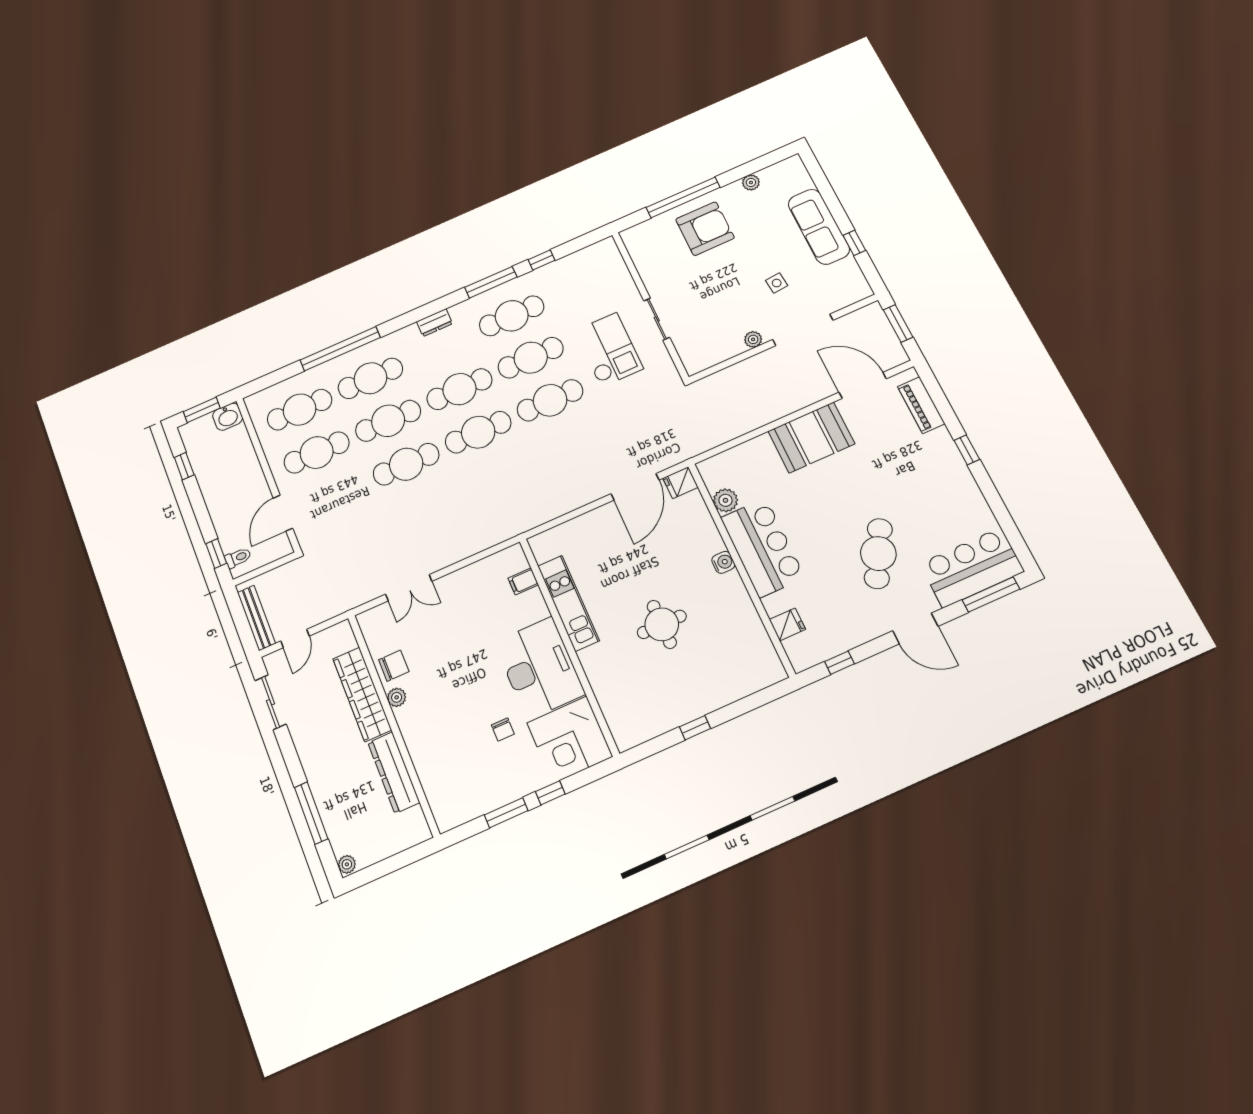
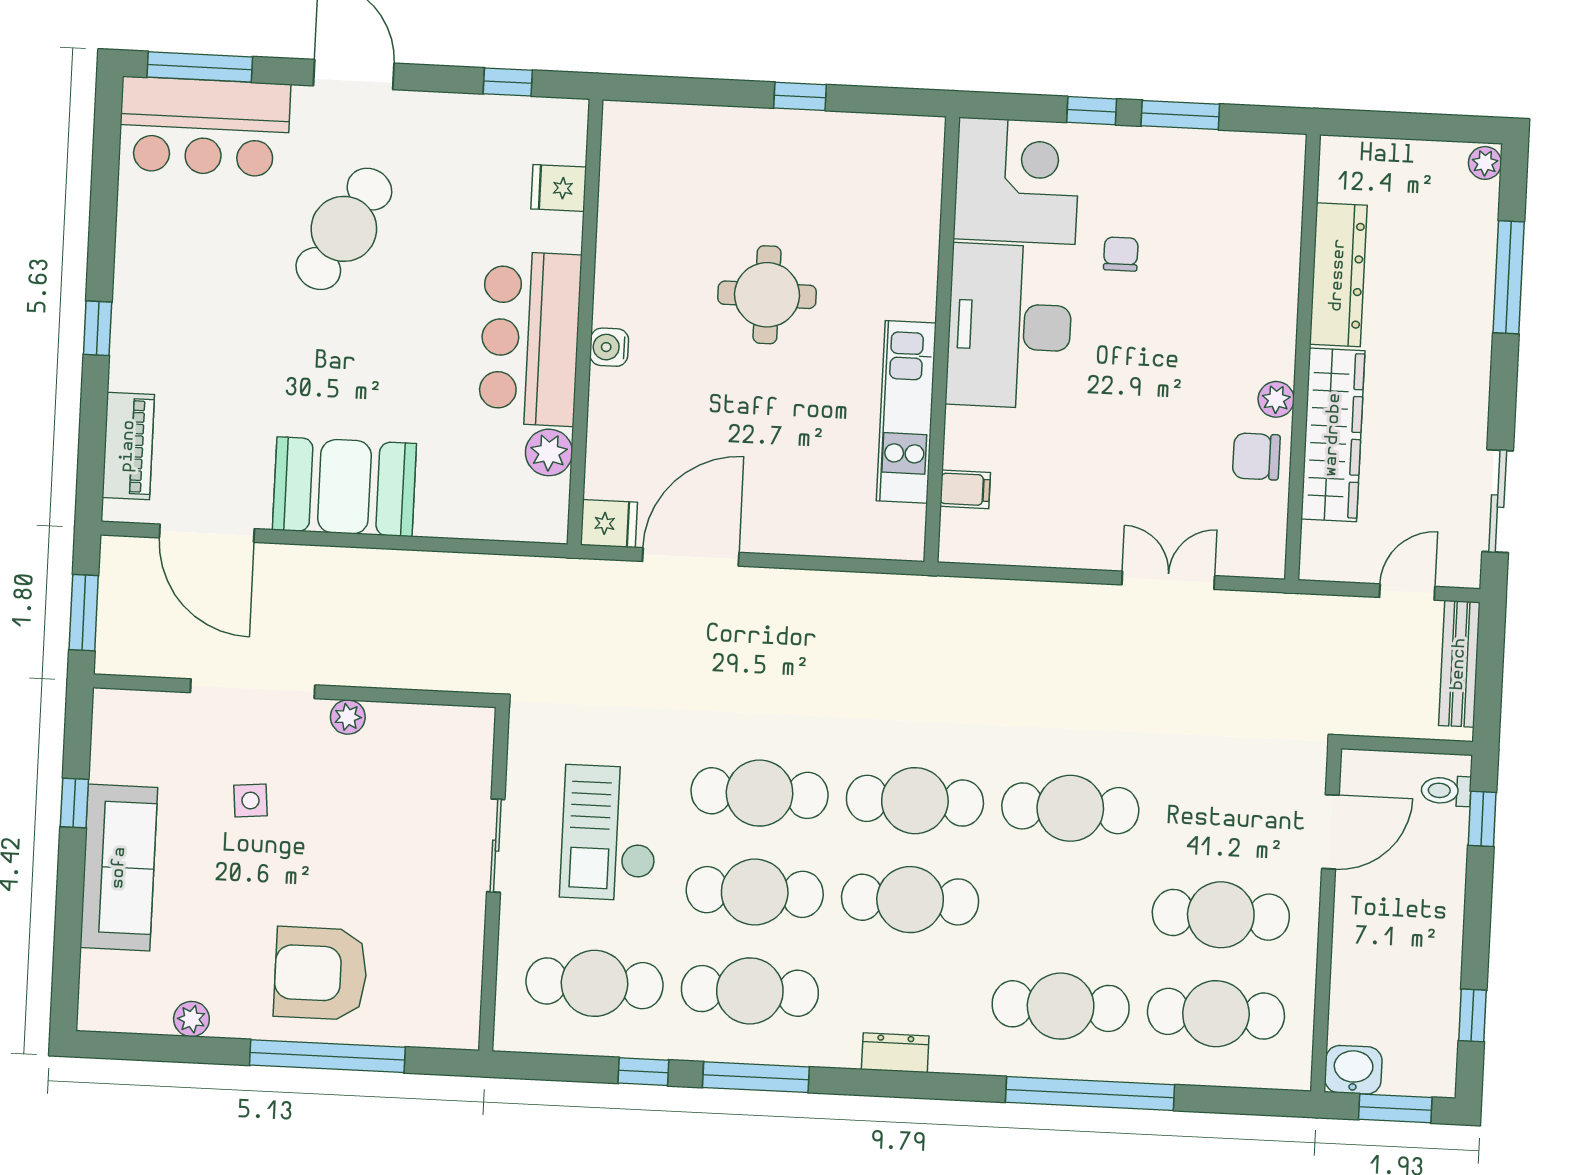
cafe table: (388, 421) -> (594, 983), moved

